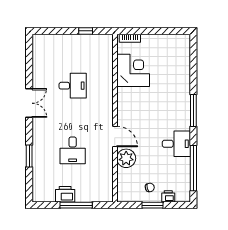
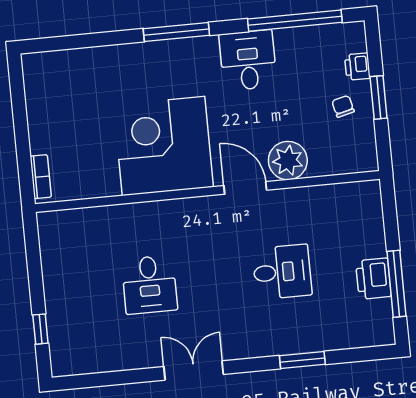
window: (86, 31) -> (40, 329), moved
corner desk: (133, 70) -> (164, 146), moved, width x1.36, depth x1.36
desk: (73, 86) -> (149, 285), turned 180
door: (115, 136) -> (245, 188), hinge flipped
window: (76, 205) -> (397, 284), moved

